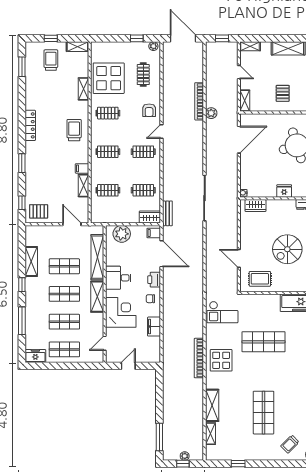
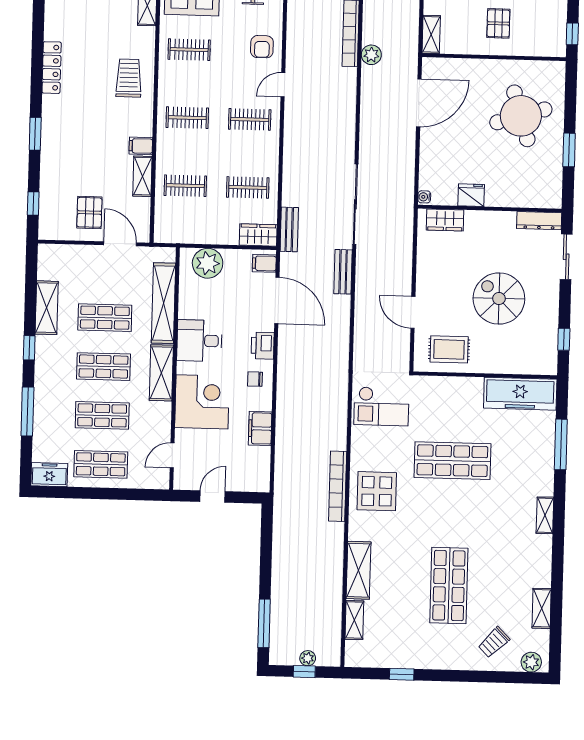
fridge: (284, 191) -> (471, 195), moved
pallet: (39, 211) -> (89, 212), moved, turned 90
bench: (199, 237) -> (343, 272), added
spiral stairs: (287, 249) -> (499, 299), turned 90

